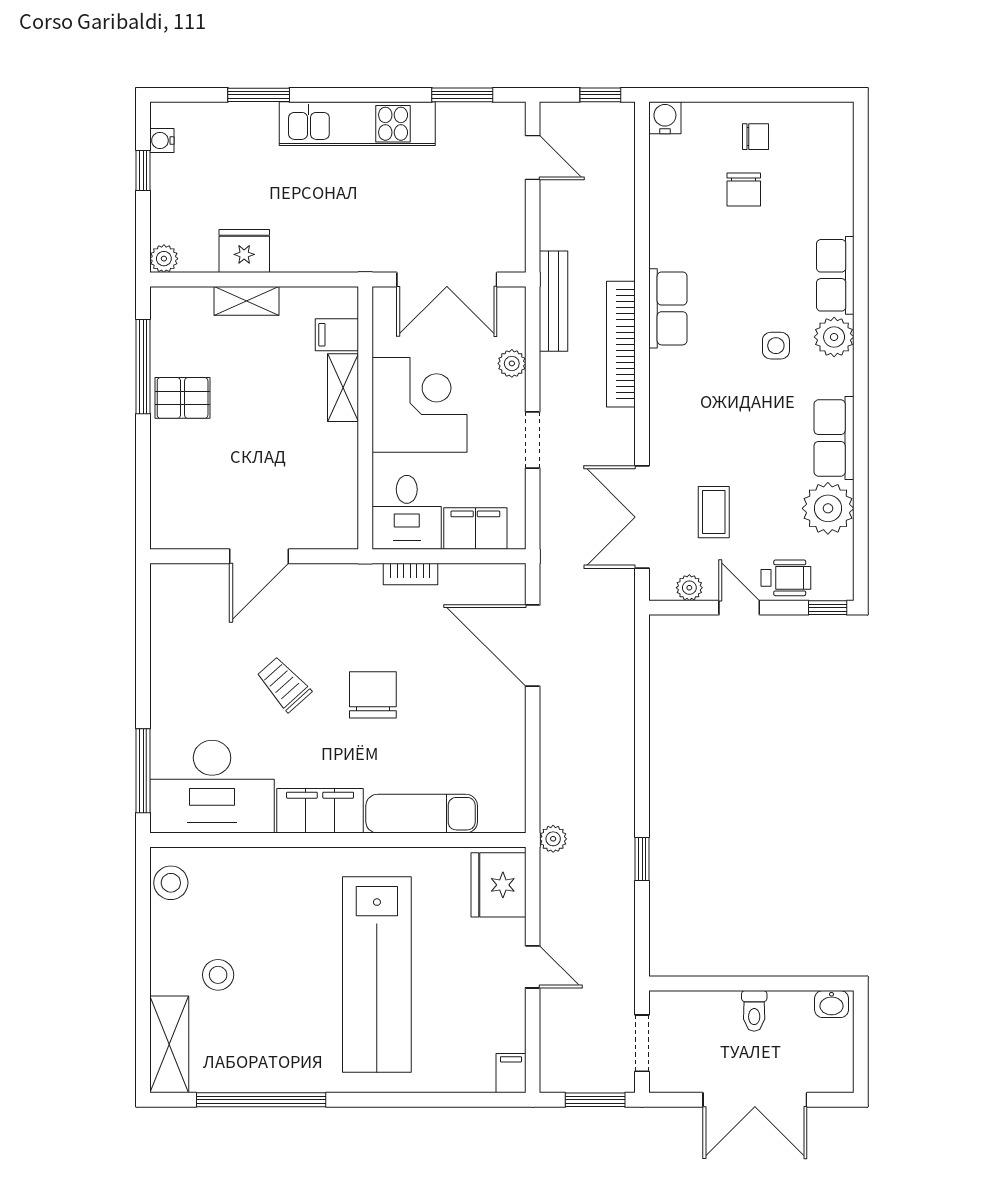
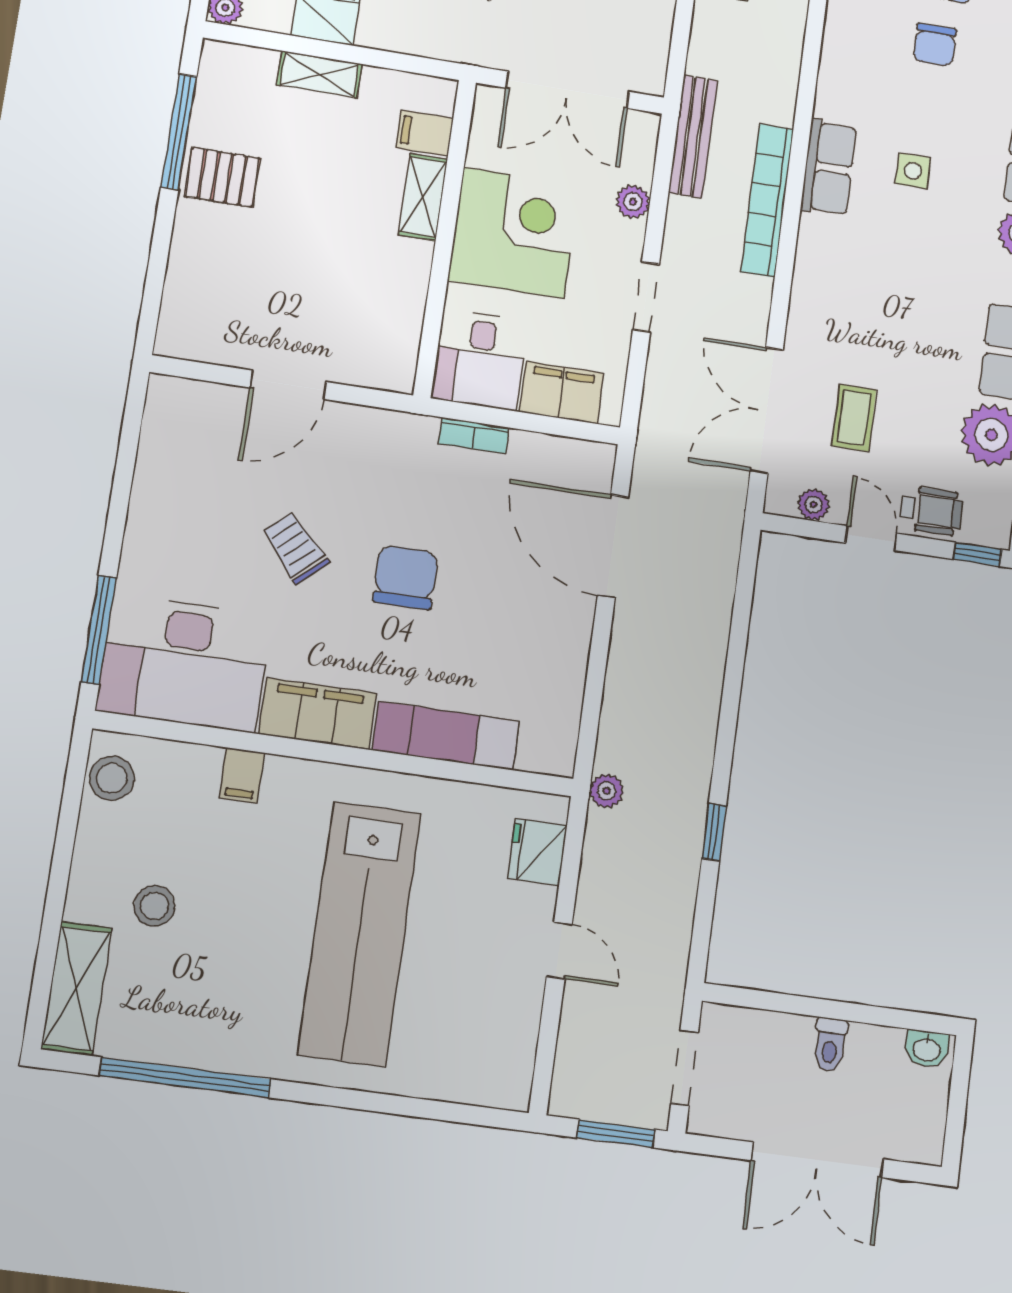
side table: (776, 346) -> (913, 171), moved
fridge: (498, 885) -> (537, 852), width x0.73, depth x0.75
filing cabinet: (511, 1073) -> (242, 775), moved, turned 180

